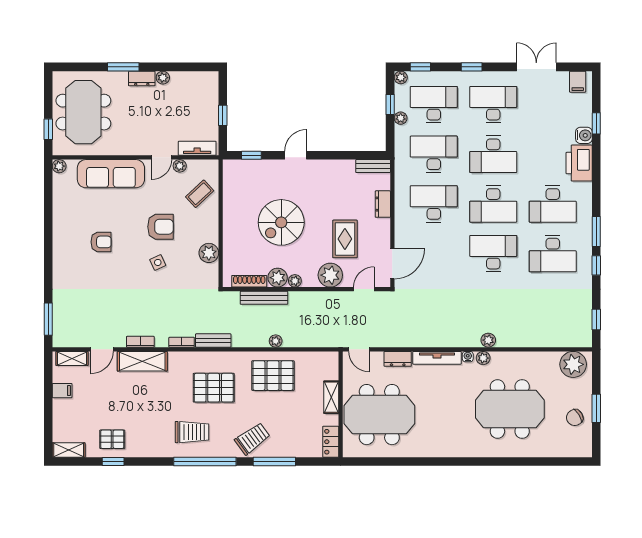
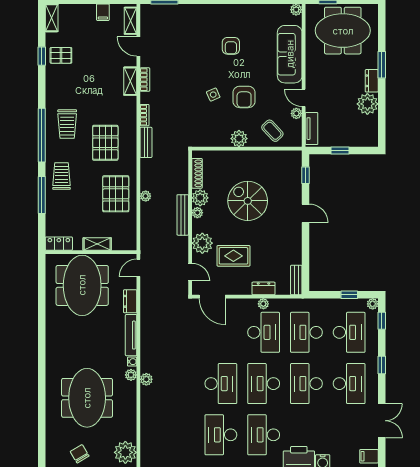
plant: (163, 78) -> (367, 104), width x1.88, depth x1.88
plant: (401, 118) -> (263, 304), moved
desk: (434, 154) -> (306, 332), turned 180
plant: (209, 253) -> (239, 139), moved
bench: (264, 298) -> (183, 215), moved
shelving: (142, 361) -> (130, 81), width x0.67, depth x0.75
pallet: (112, 439) -> (61, 55), turned 90
trolley: (252, 439) -> (62, 176), turned -144

